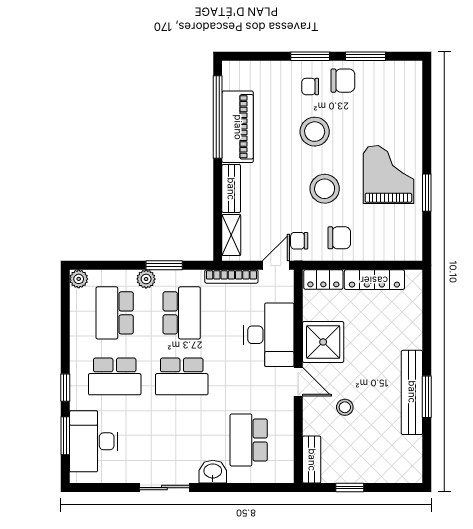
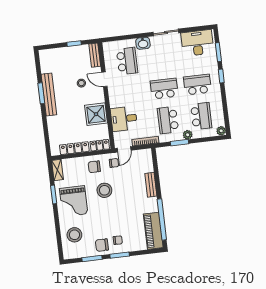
piano: (238, 127) -> (153, 231), moved
stool: (315, 132) -> (74, 235), moved
shelving: (231, 235) -> (57, 170), moved
desk: (269, 335) -> (124, 119), width x0.73
door: (298, 382) -> (104, 79), moved
desk: (94, 441) -> (197, 43), moved, turned -90

